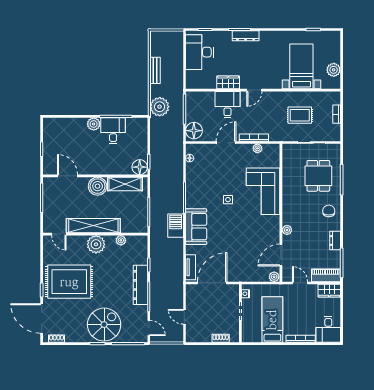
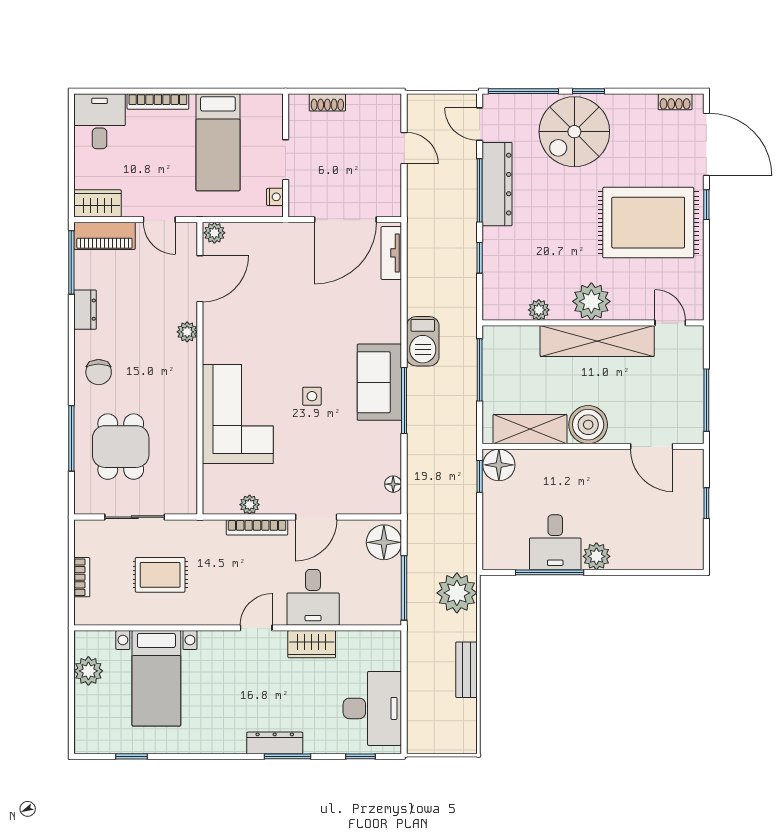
sofa: (196, 227) -> (379, 382), moved
dresser: (141, 285) -> (497, 184), moved

